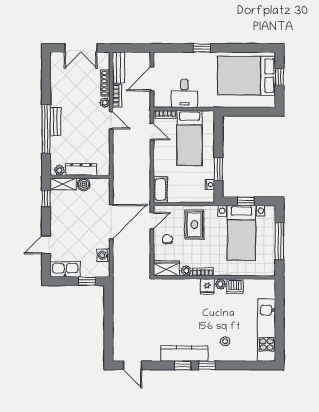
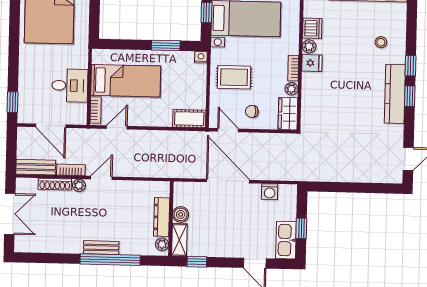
window: (202, 48) -> (13, 102), moved
nightstand: (210, 185) -> (201, 57), moved
window: (87, 281) -> (301, 228), moved

